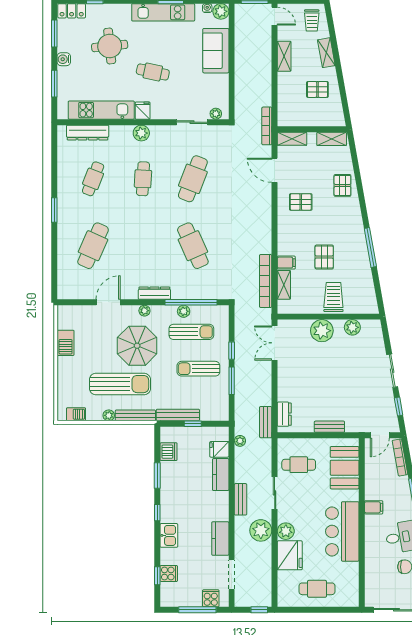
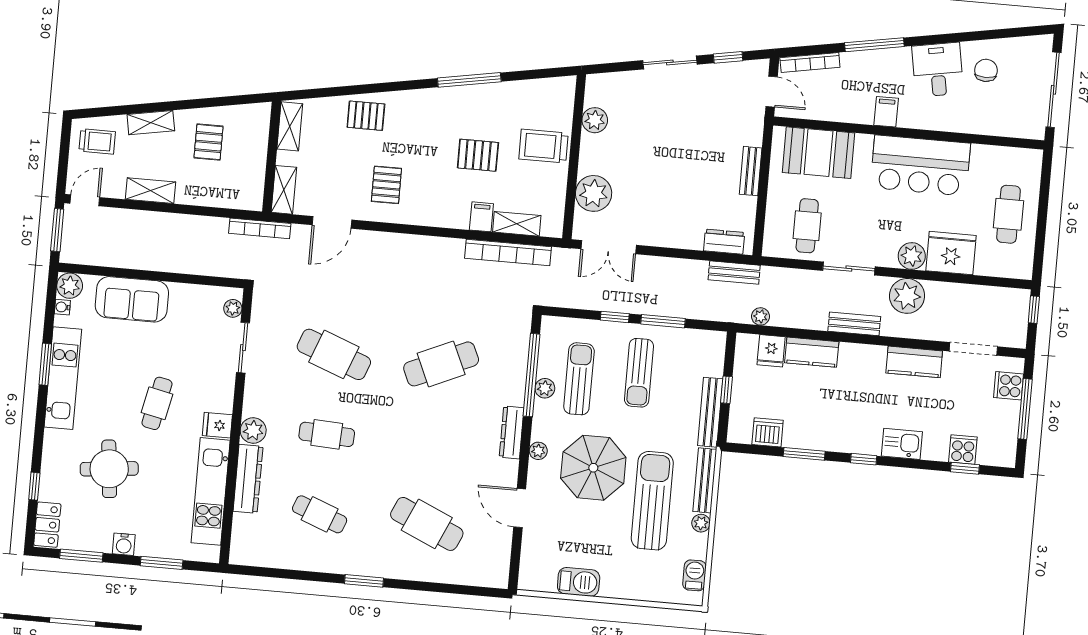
dresser: (88, 133) -> (248, 479), moved
plant: (322, 331) -> (594, 193), moved

